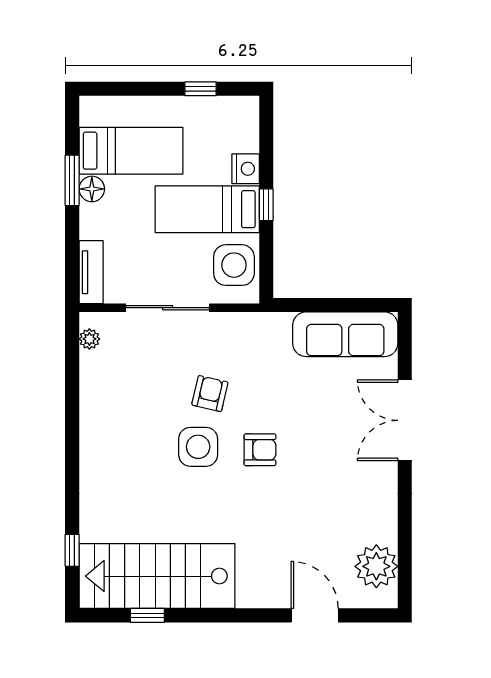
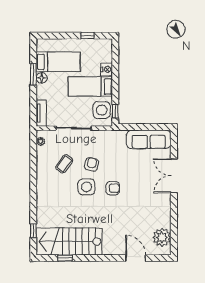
window: (266, 205) -> (115, 111), moved
coffee table: (145, 392) -> (64, 164), added

